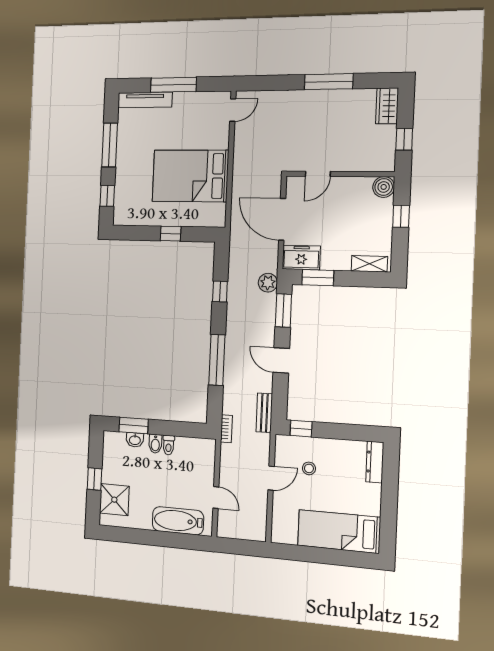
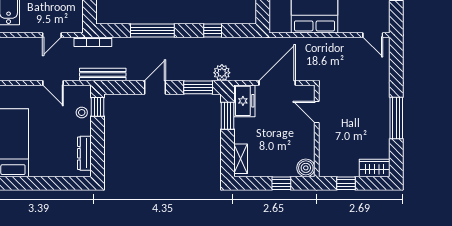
bench: (264, 413) -> (103, 75), width x1.36
bookcase: (226, 429) -> (93, 42), width x1.56
dresser: (375, 462) -> (84, 153), moved, turned -90
stool: (309, 468) -> (82, 113), moved
door: (216, 498) -> (52, 35), moved

